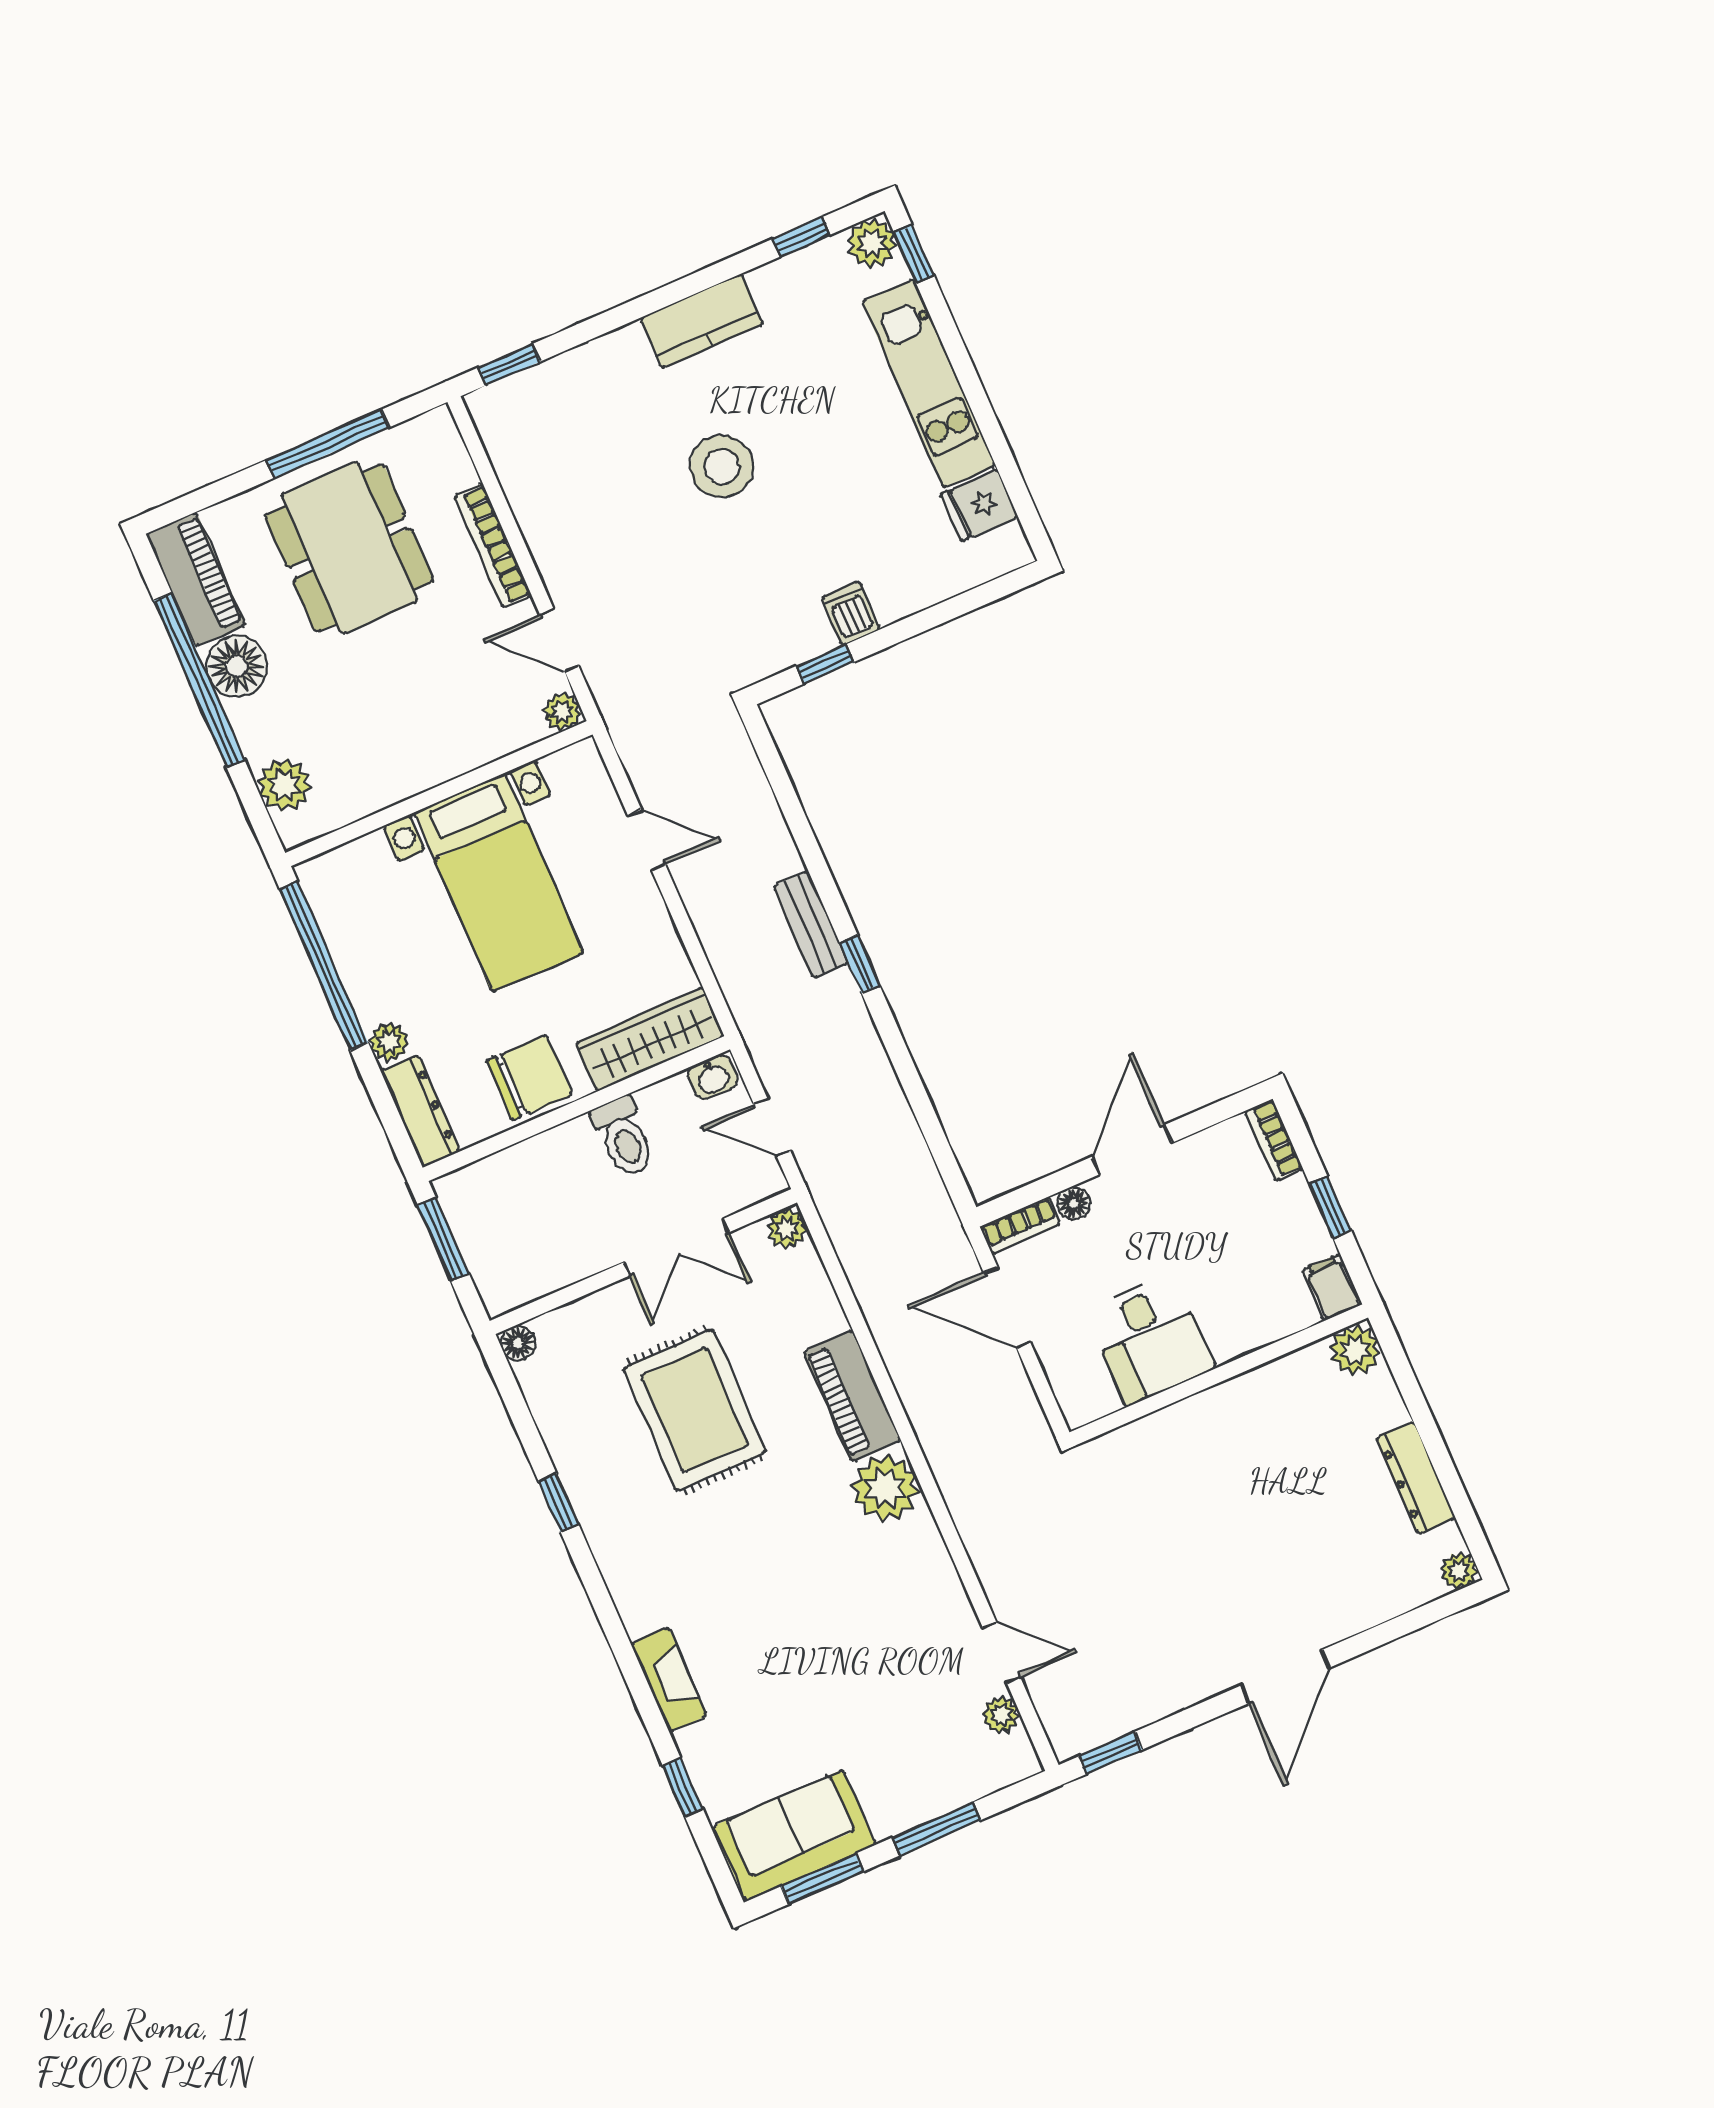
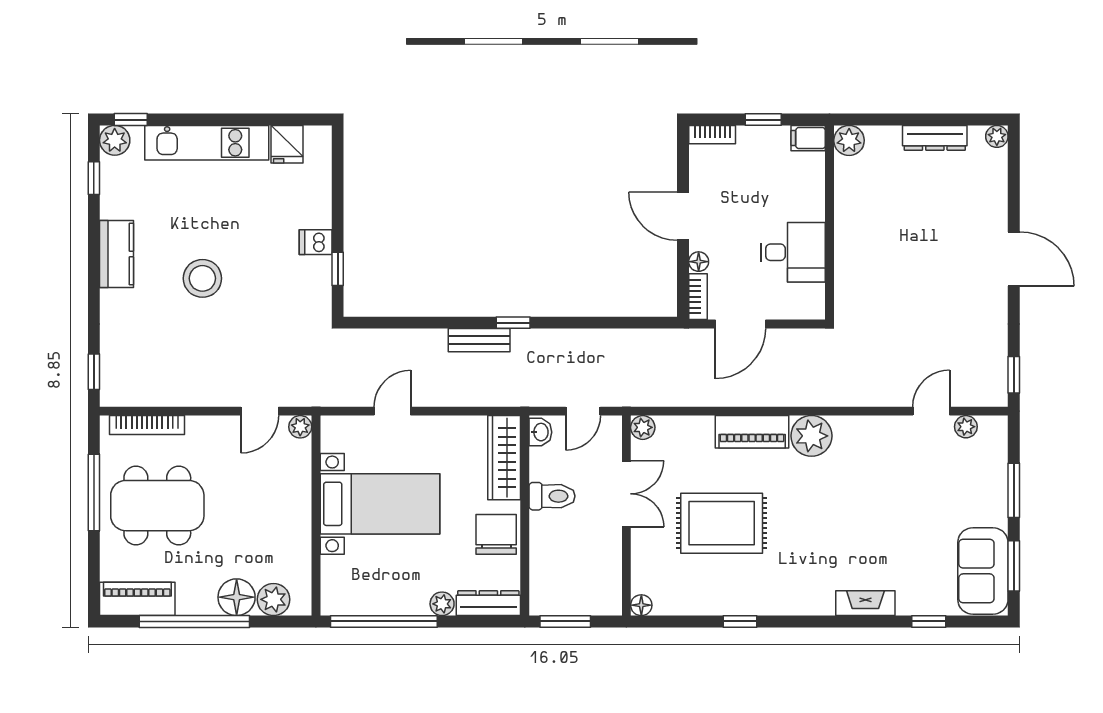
bookcase: (493, 546) -> (147, 425), moved
floor lamp: (237, 666) -> (237, 597), moved

